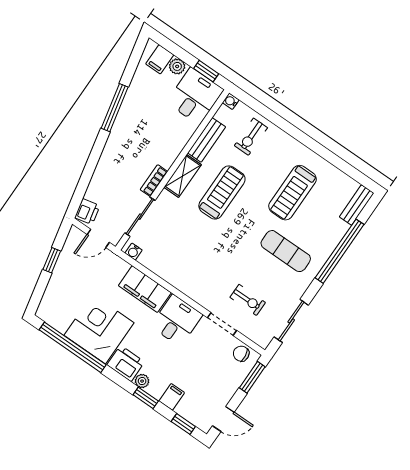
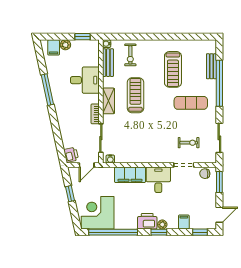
desk: (195, 96) -> (85, 80), moved, turned 90
bench: (207, 140) -> (108, 63), moved
bench: (357, 205) -> (211, 66), moved
corner desk: (99, 329) -> (98, 213), moved
window: (146, 398) -> (159, 232), moved

